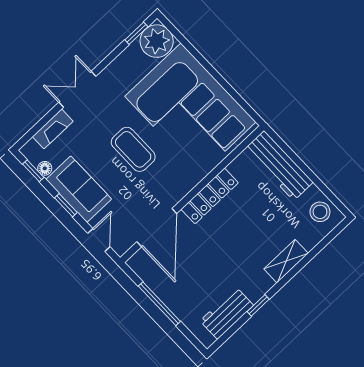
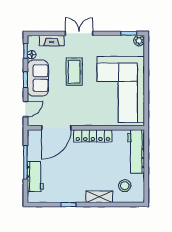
plant: (157, 41) -> (139, 41), width x0.53, depth x0.53
coffee table: (133, 149) -> (74, 72), moved
stool: (320, 212) -> (125, 186), moved
workbench: (227, 313) -> (35, 176), moved, turned 90

